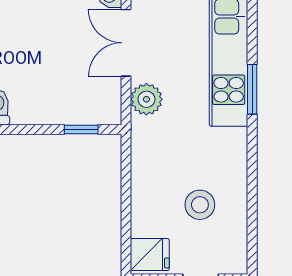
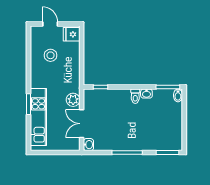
double door: (126, 43) -> (82, 124), swing flipped

